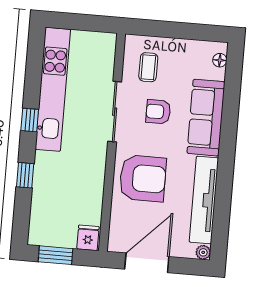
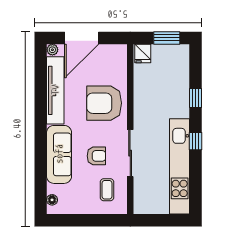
door: (147, 263) -> (82, 38), moved

